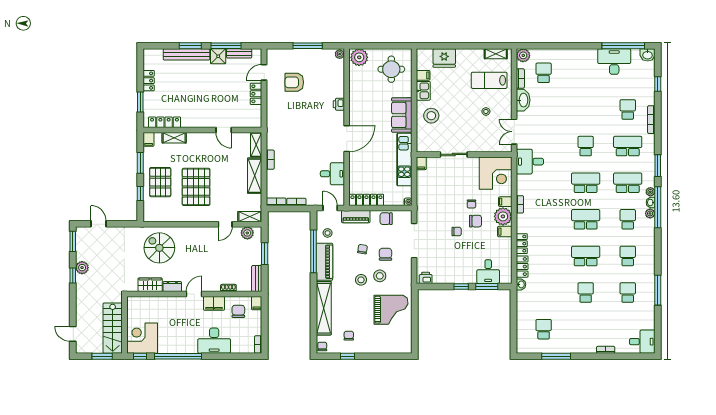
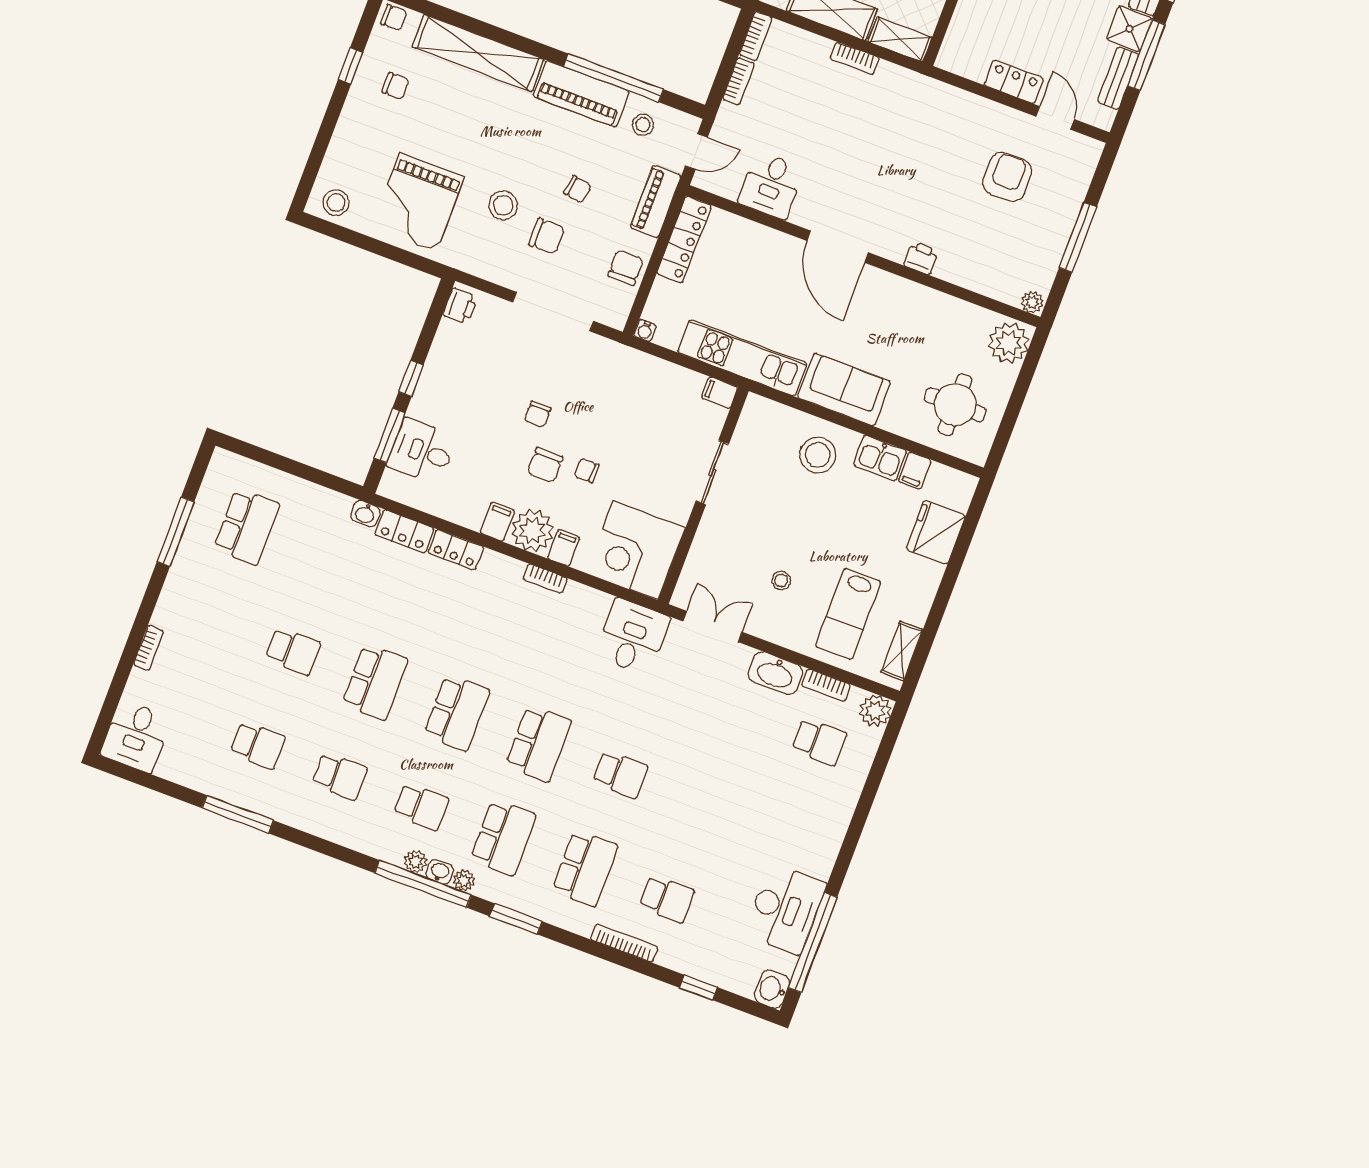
lab bench: (489, 80) -> (848, 614), turned 180
stool: (361, 280) -> (336, 203), moved
school desk: (544, 329) -> (247, 527), width x1.85

